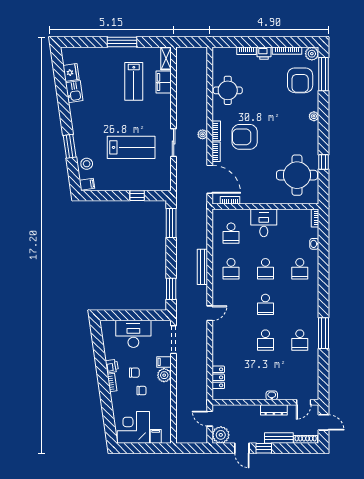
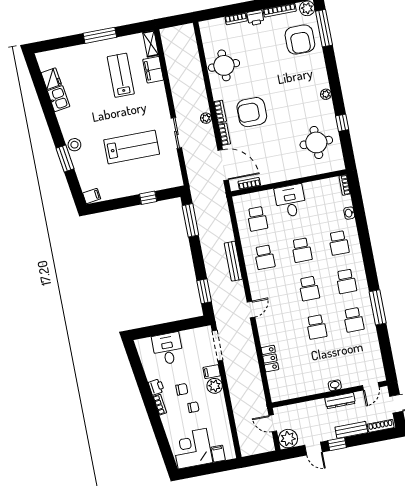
lab bench: (134, 81) -> (121, 75), turned 180
plant: (314, 116) -> (326, 94), moved
stool: (87, 164) -> (74, 145), moved
round table: (297, 175) -> (316, 142), width x0.73, depth x0.73
school desk: (300, 304) -> (346, 281), added
desk: (133, 334) -> (168, 349), width x0.73
locker: (218, 377) -> (270, 359), moved

